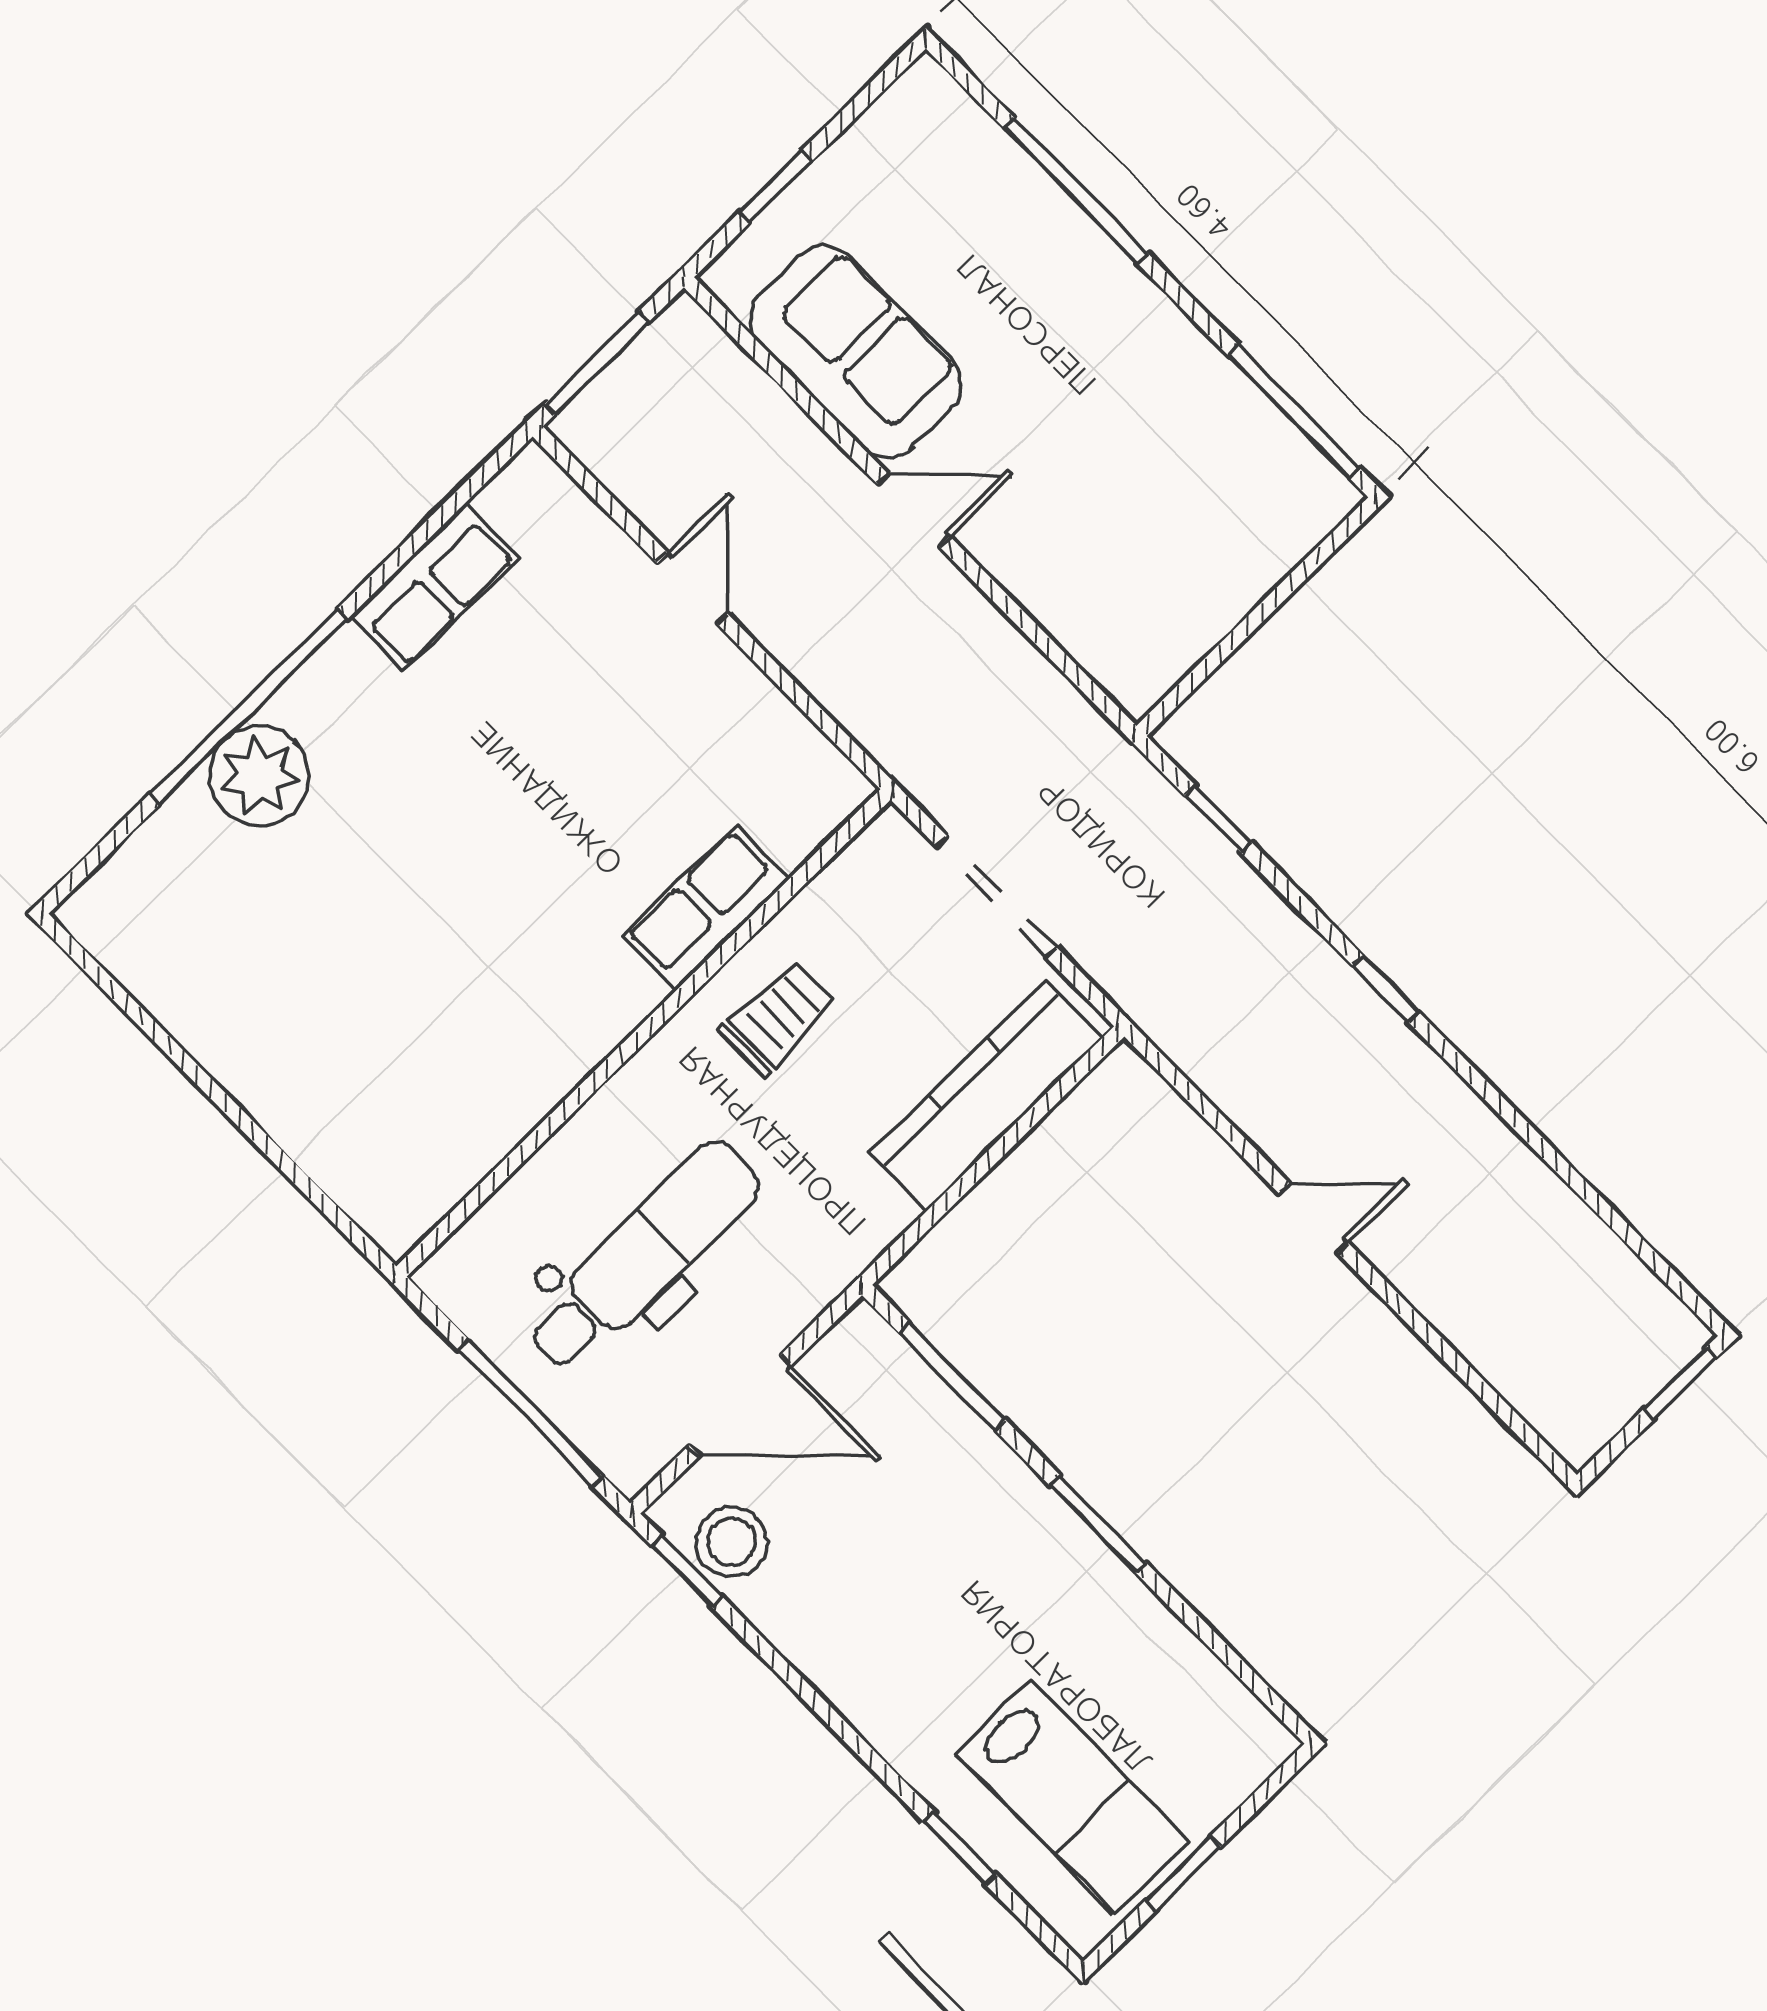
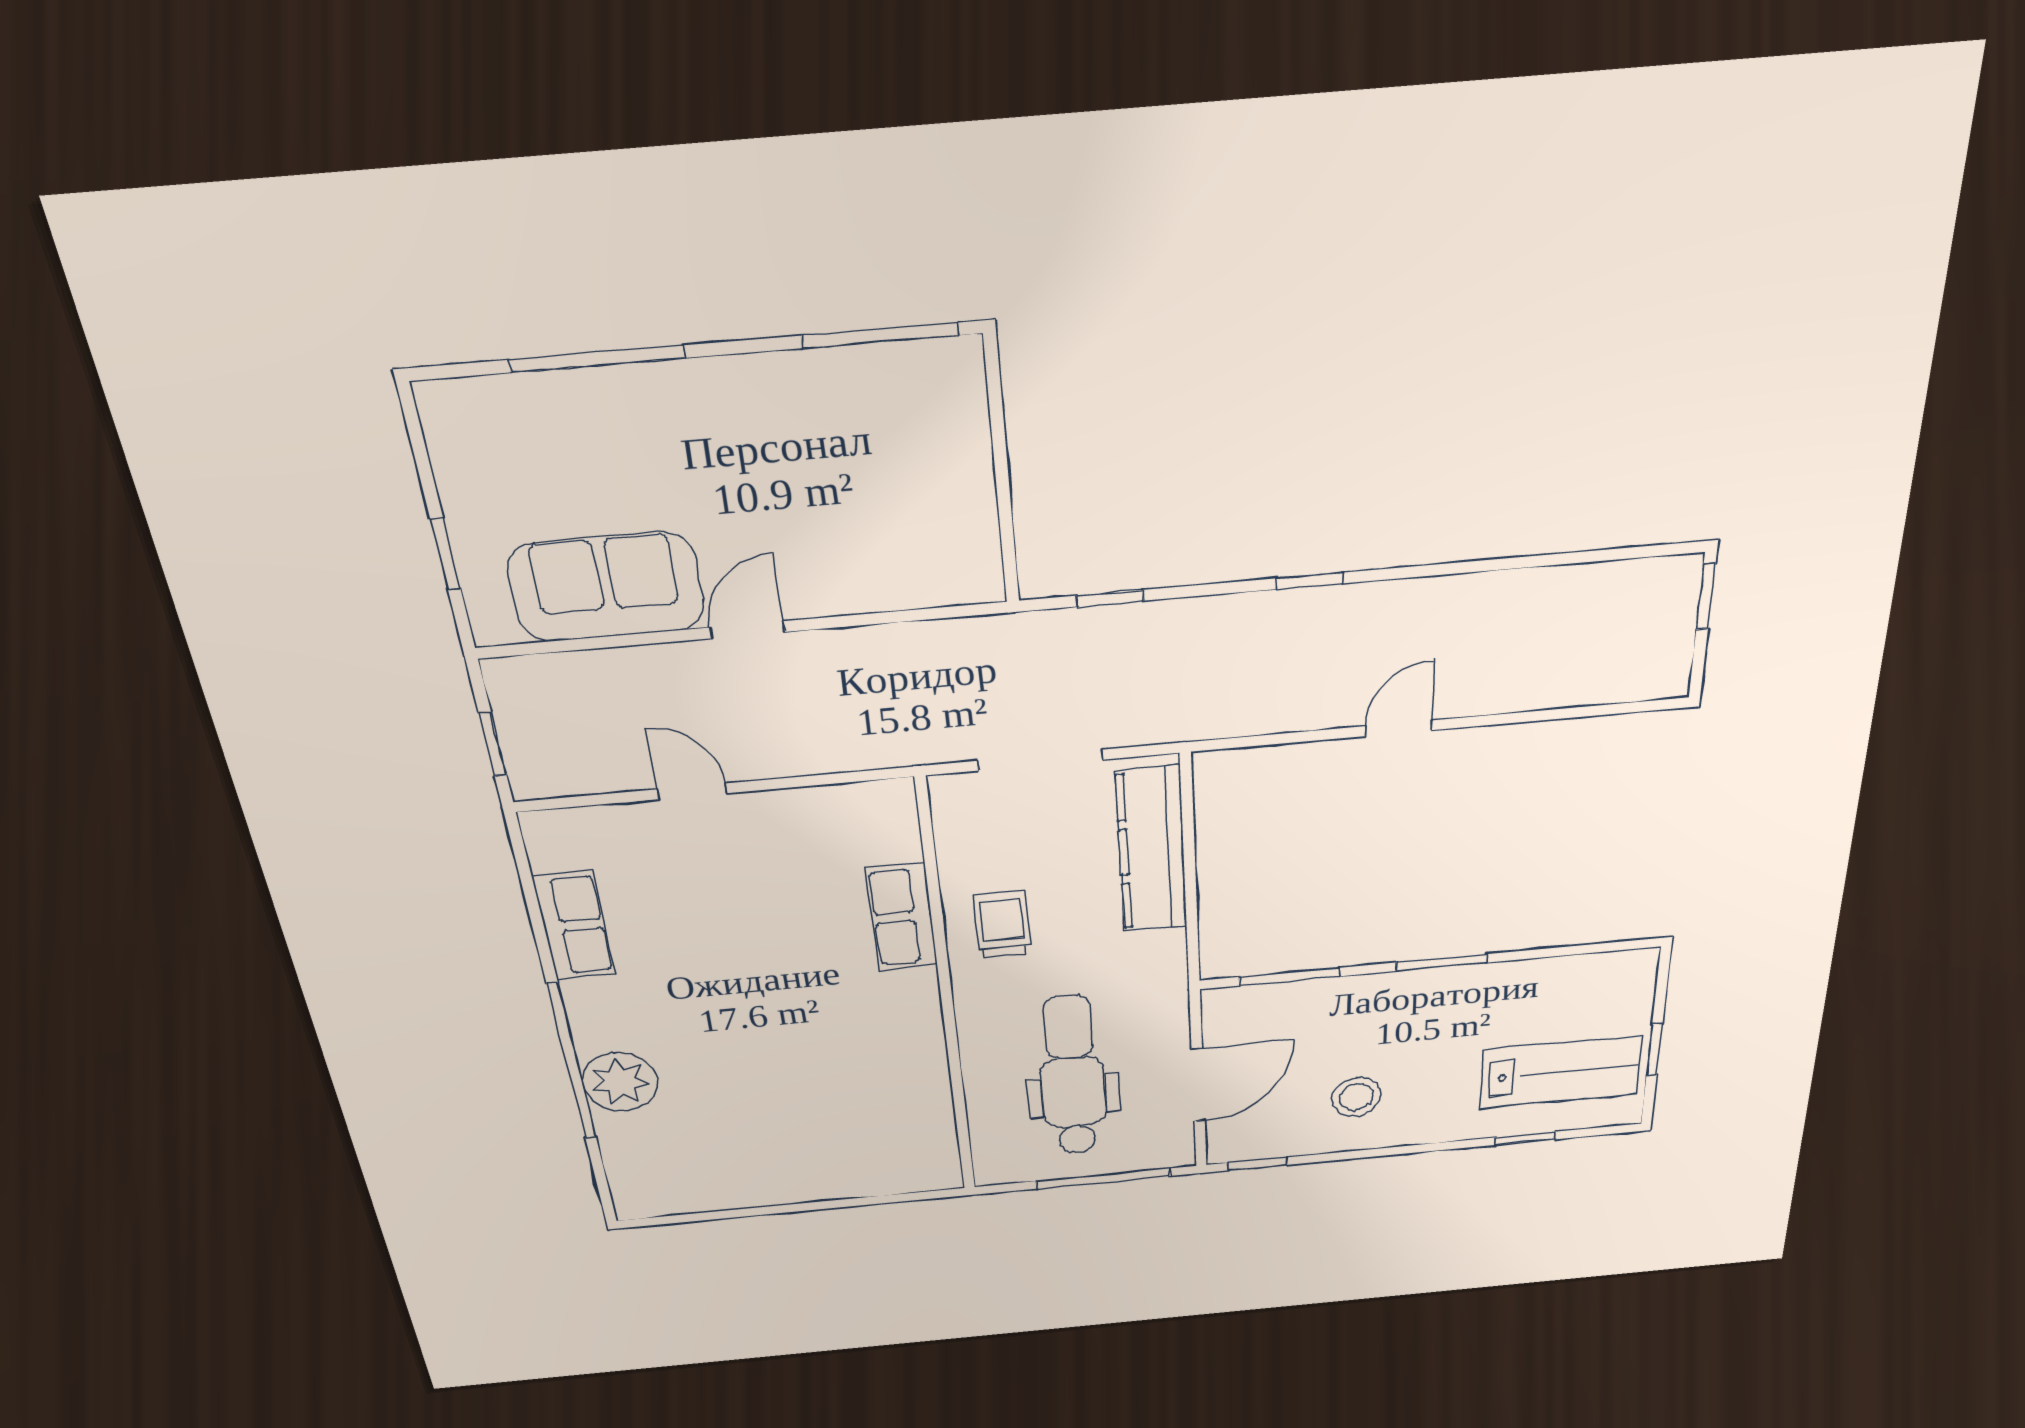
window: (597, 363) -> (493, 744), width x0.67
stool: (731, 1542) -> (1356, 1097), moved

